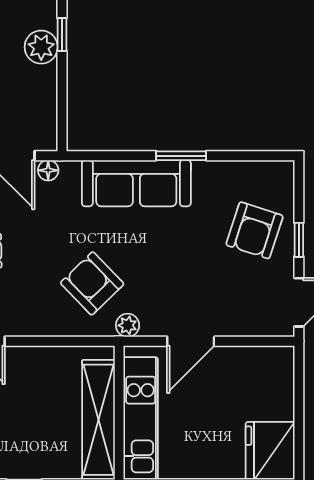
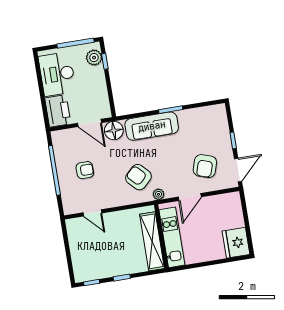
plant: (41, 47) -> (94, 58), moved
floor lamp: (48, 170) -> (114, 130), width x1.89, depth x1.89
armchair: (255, 230) -> (205, 166), moved

